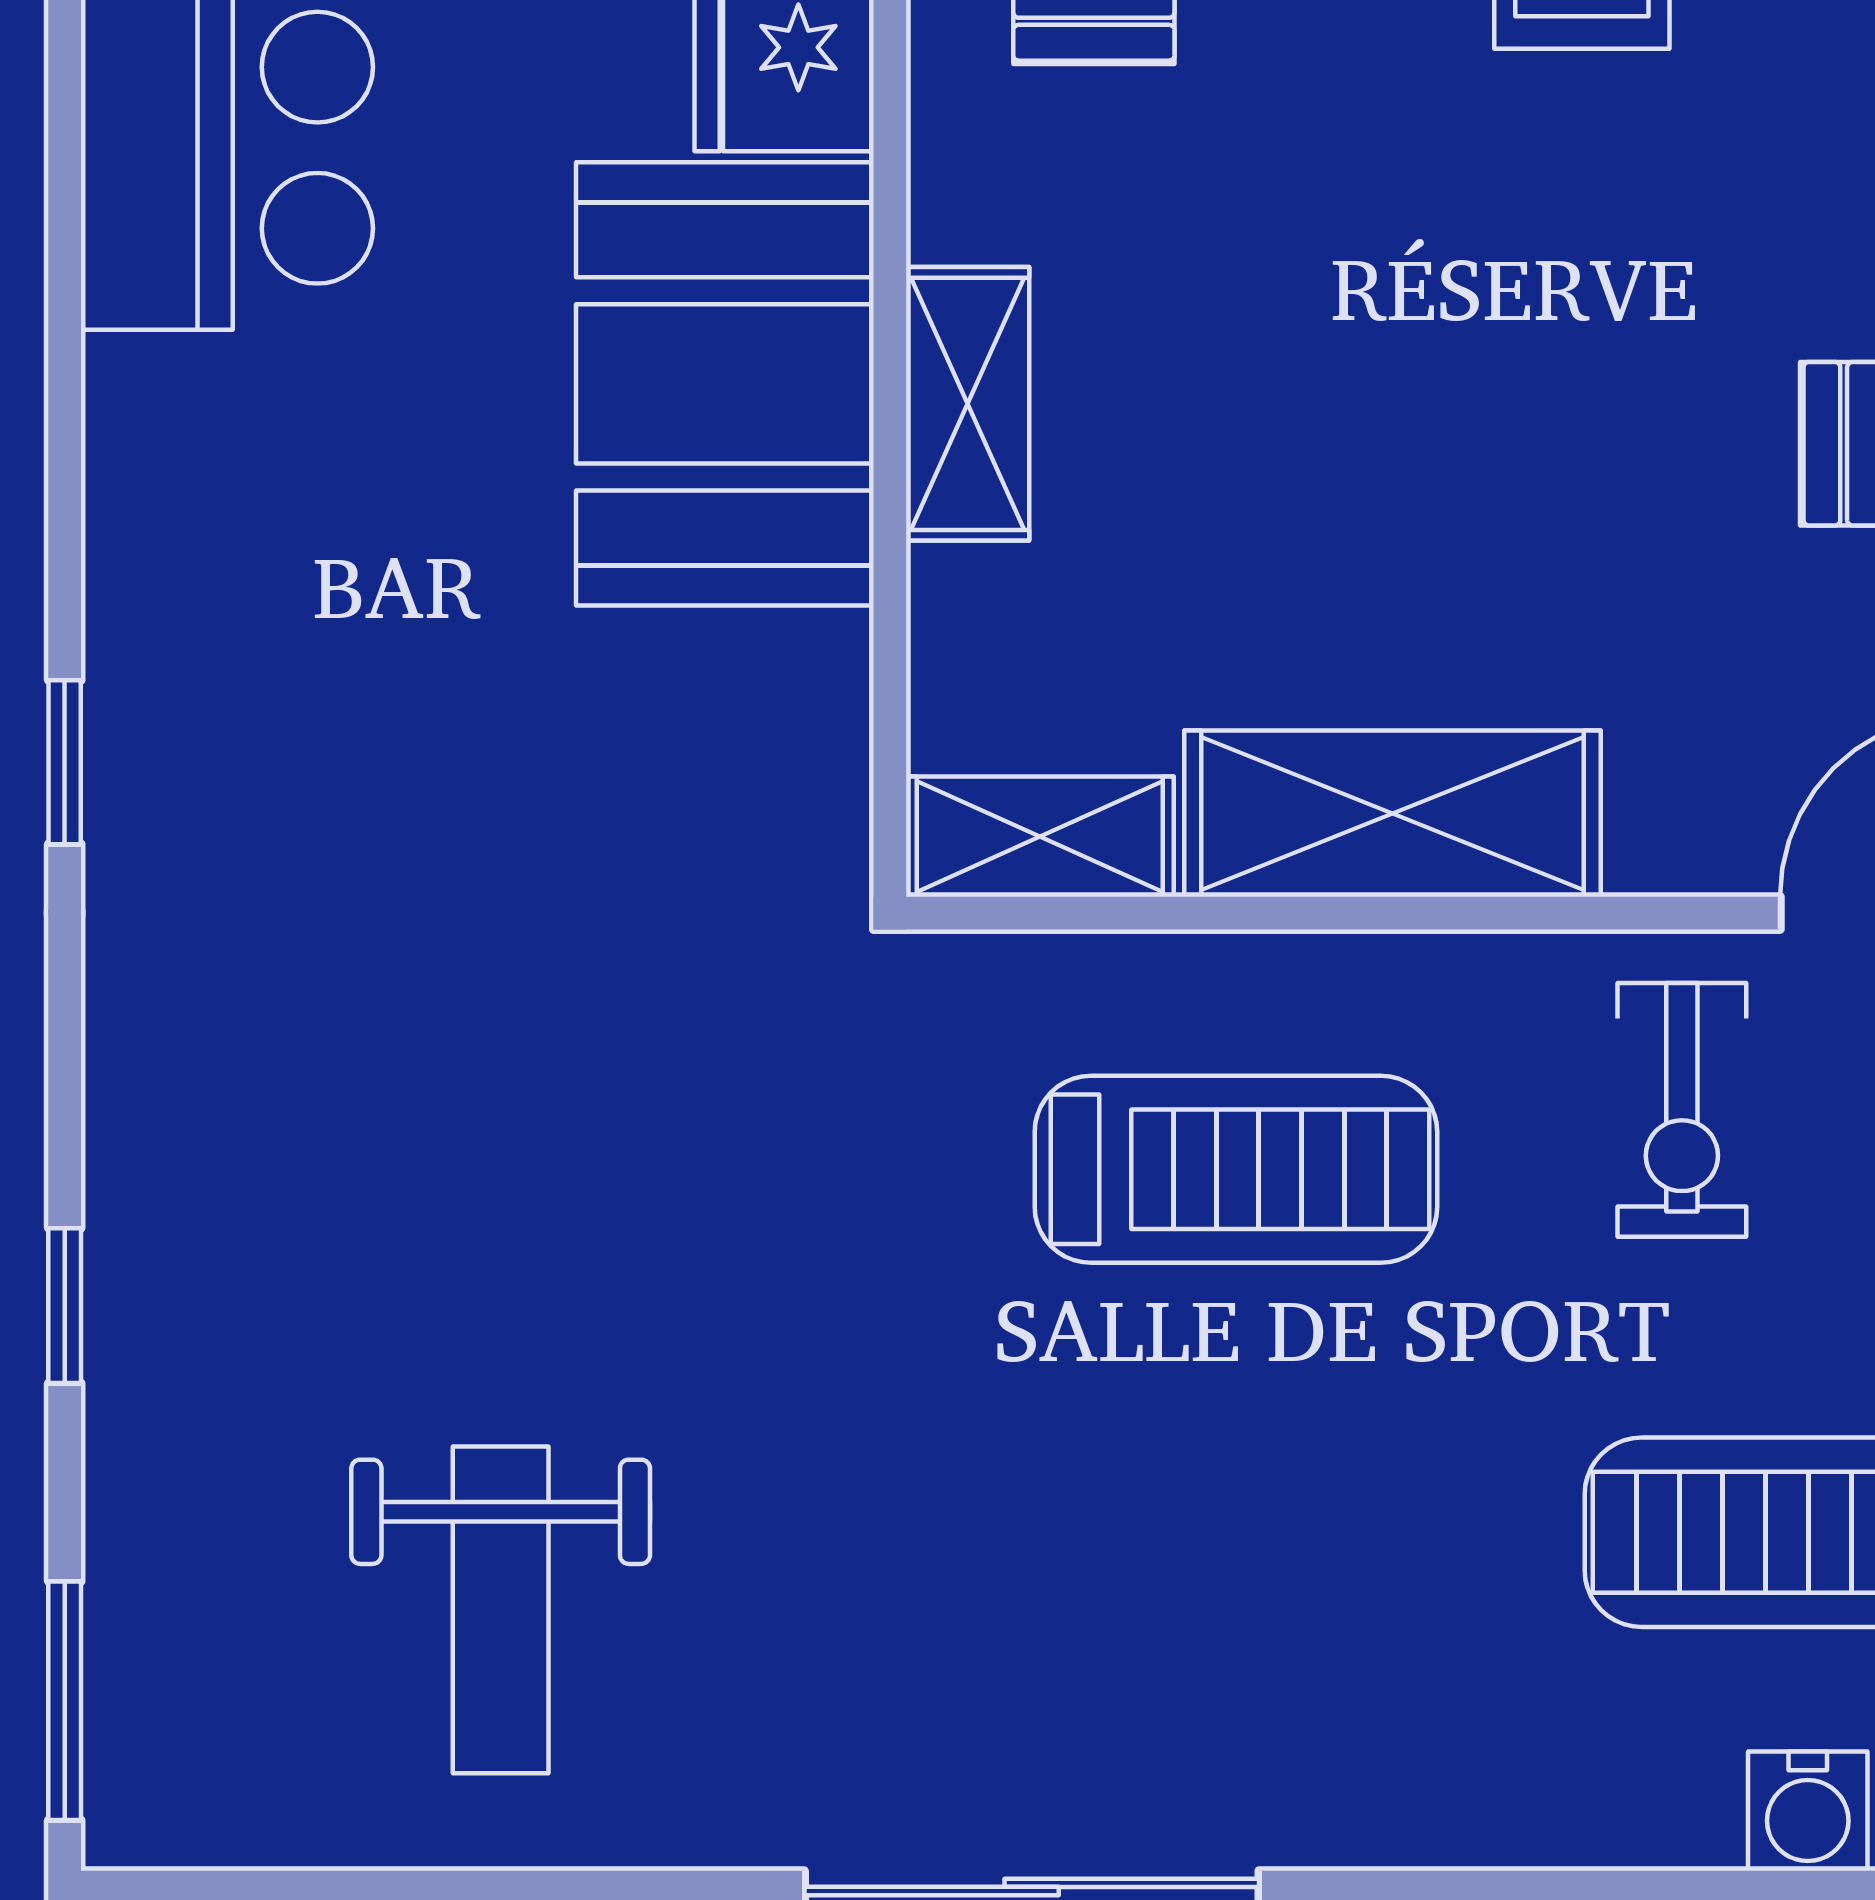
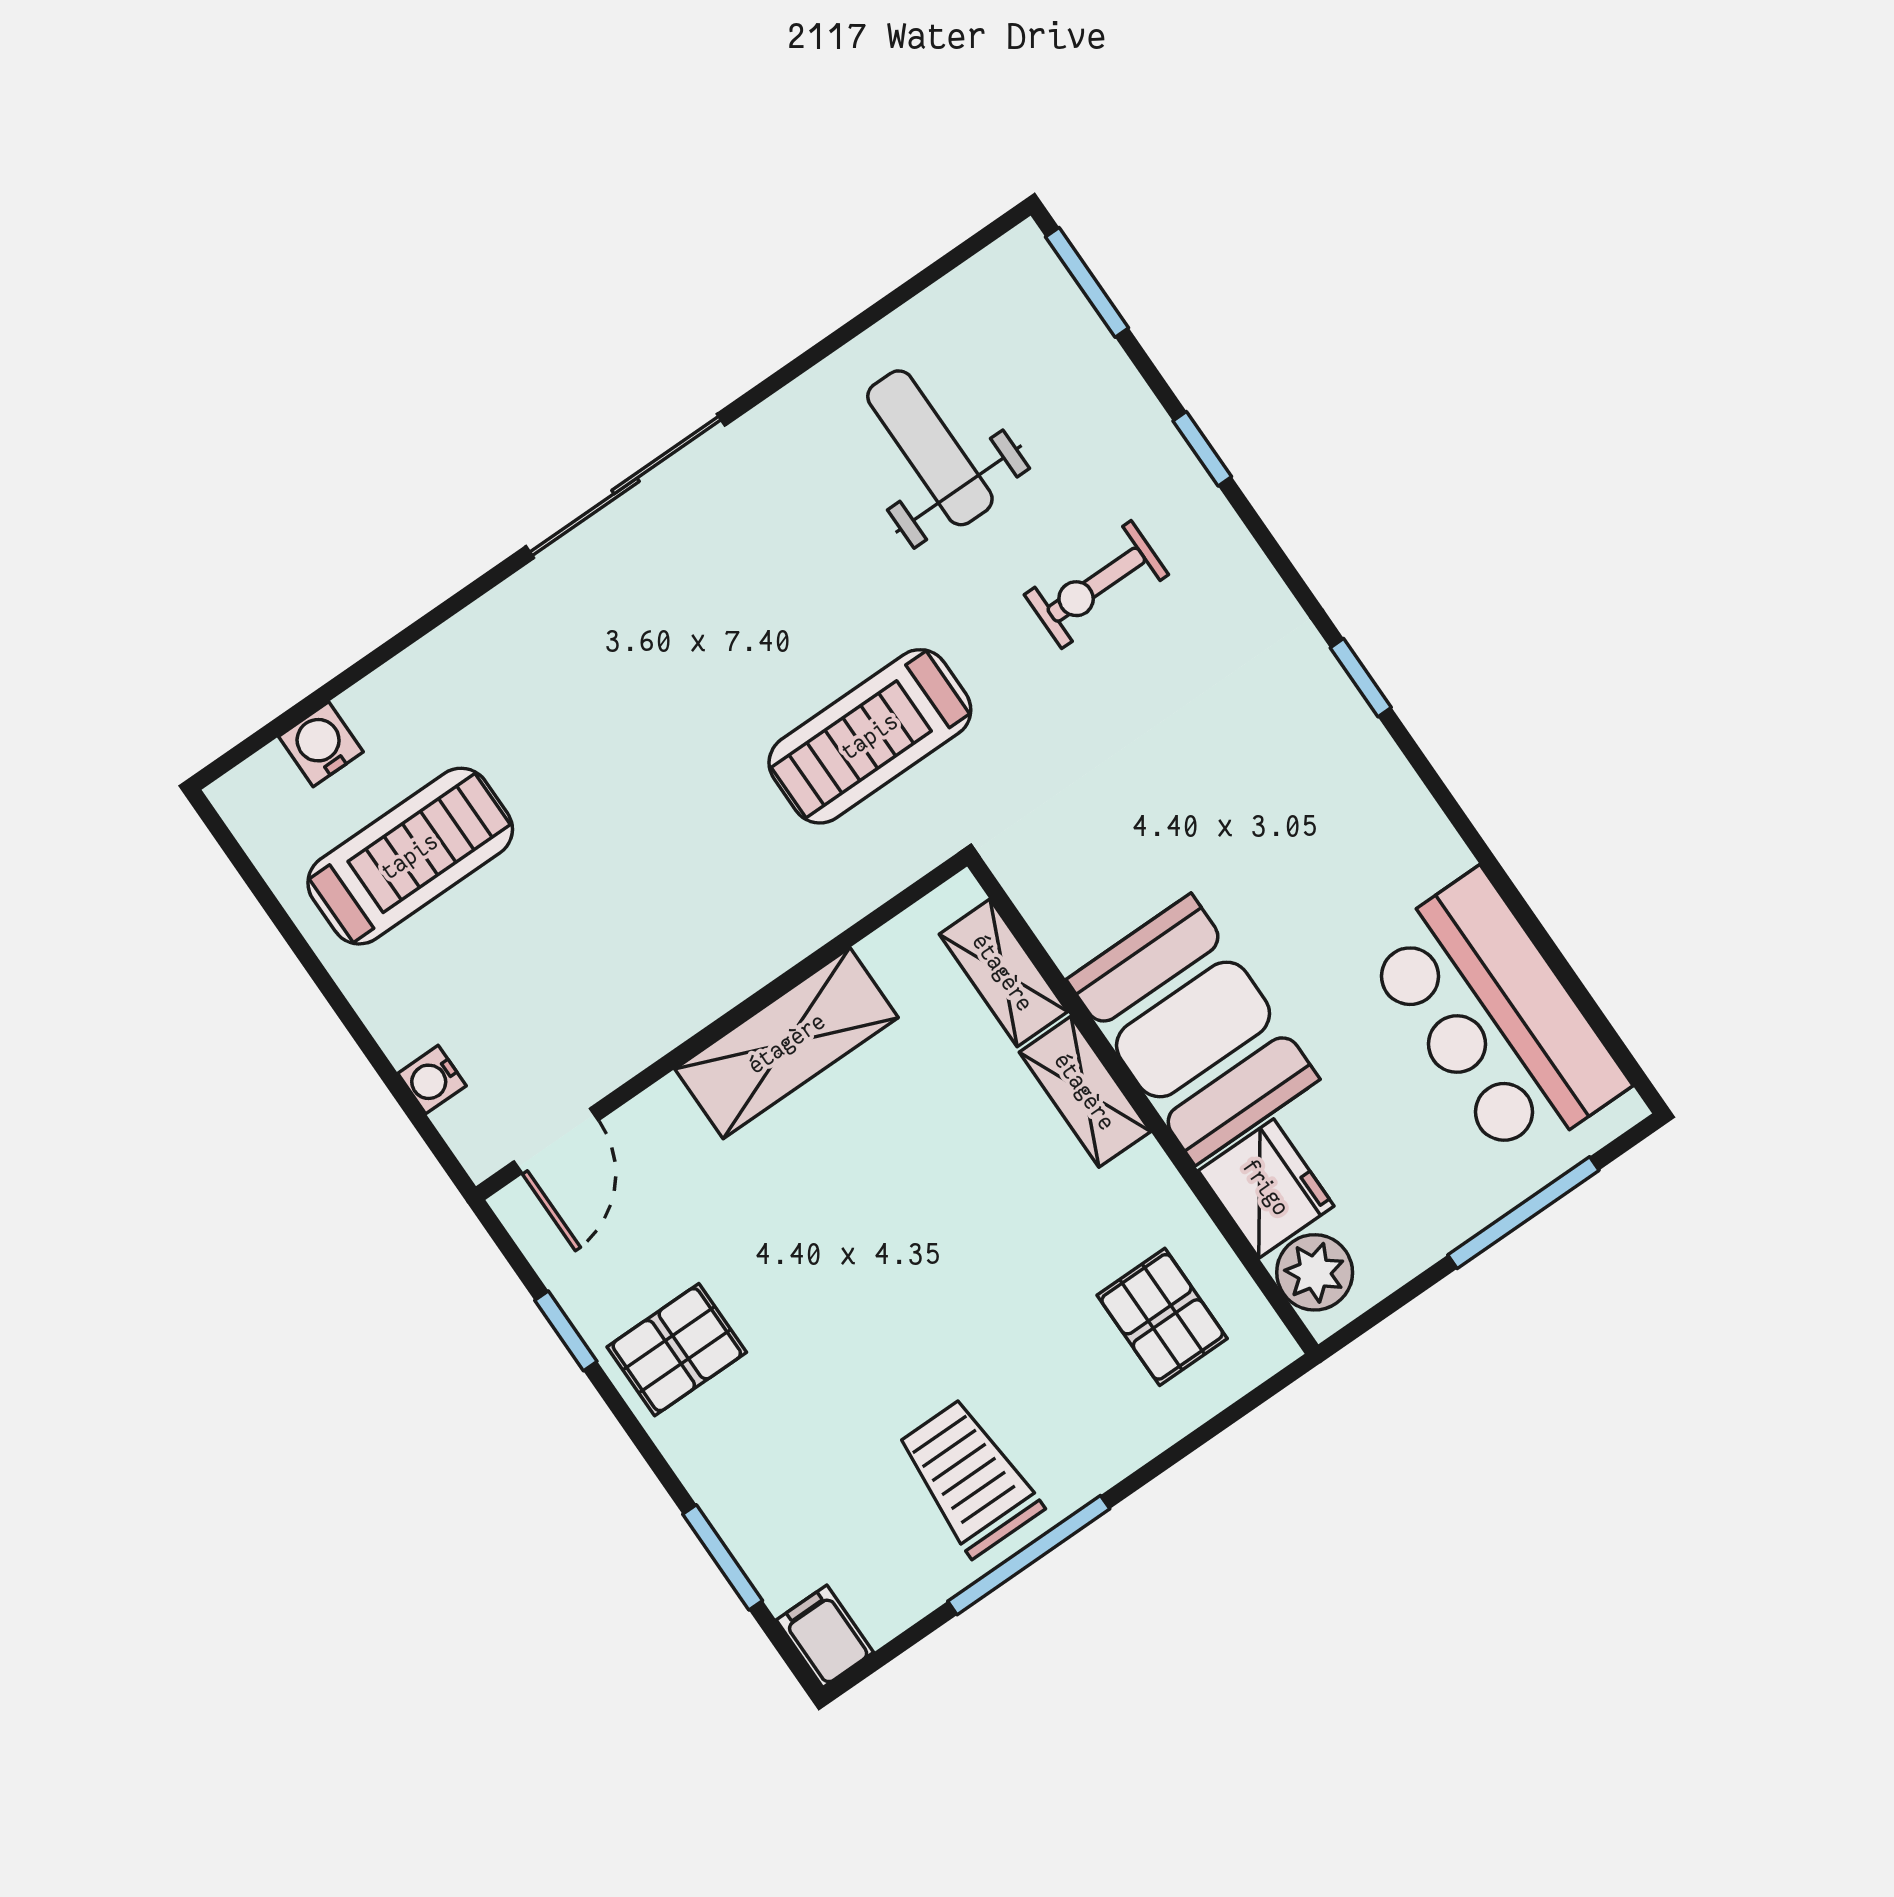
shelving: (1040, 837) -> (1003, 973), moved, turned 90
exercise bike: (1682, 1110) -> (1096, 585), moved, turned -90
treadmill: (1236, 1169) -> (870, 736), moved

